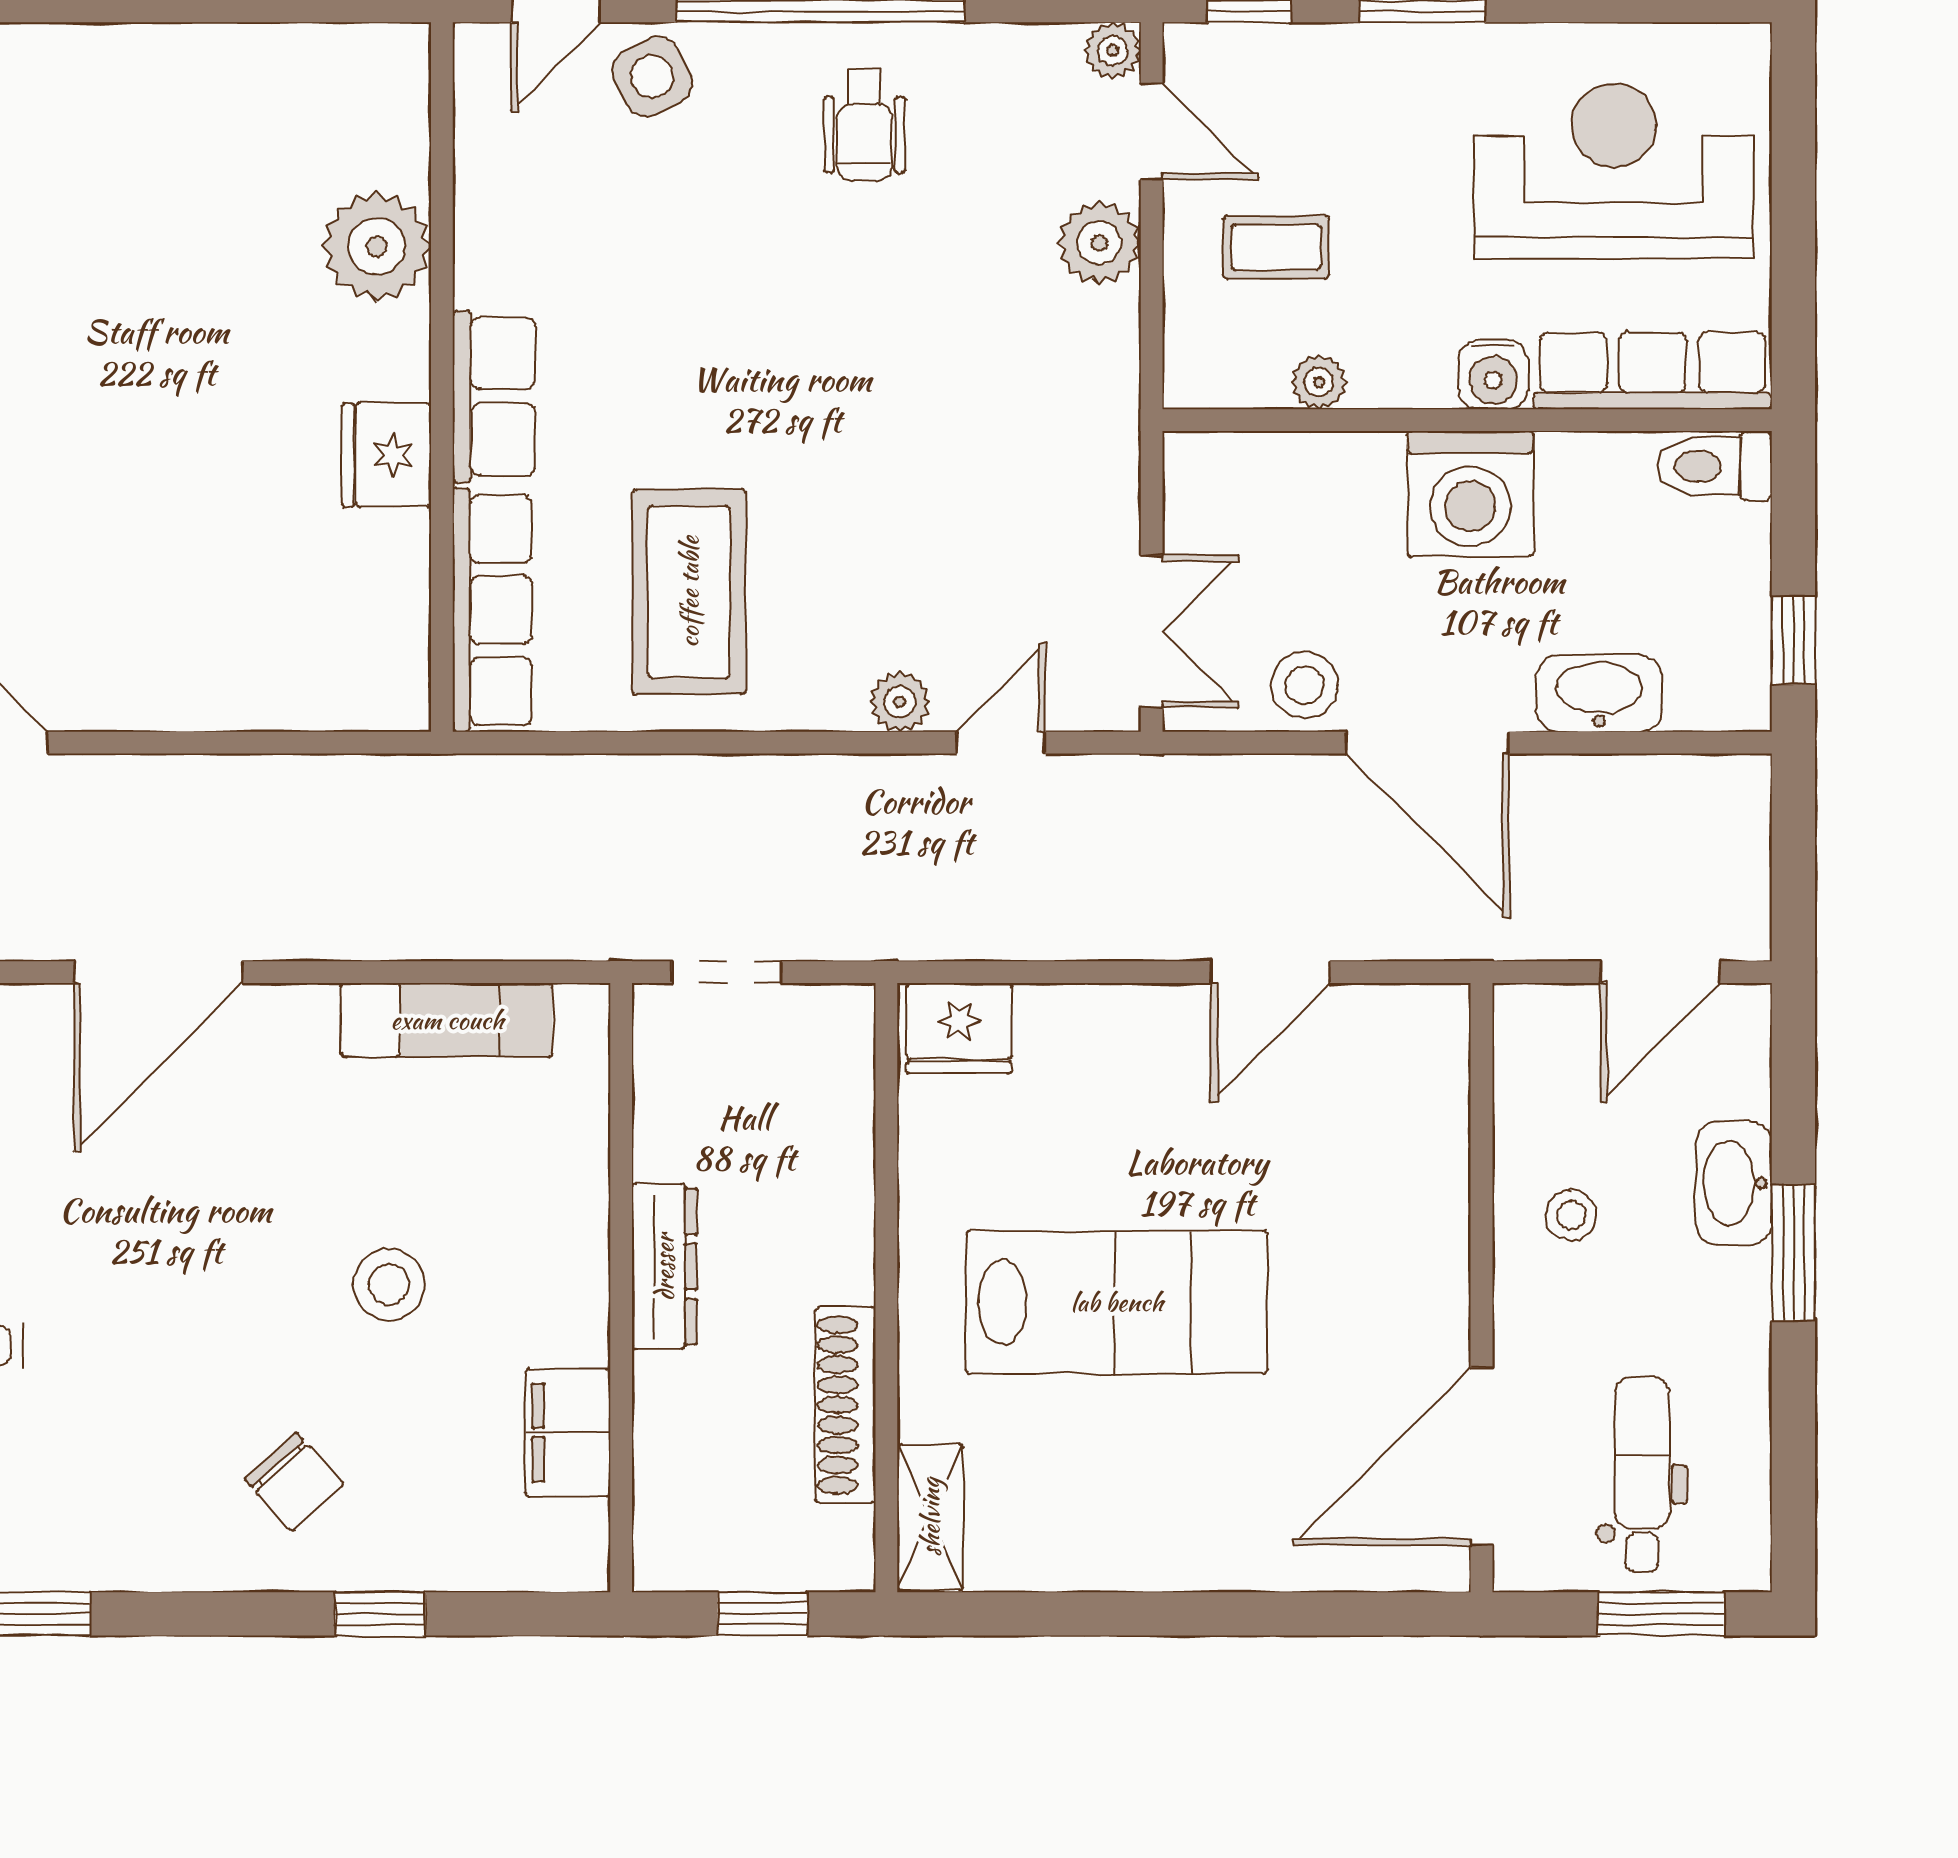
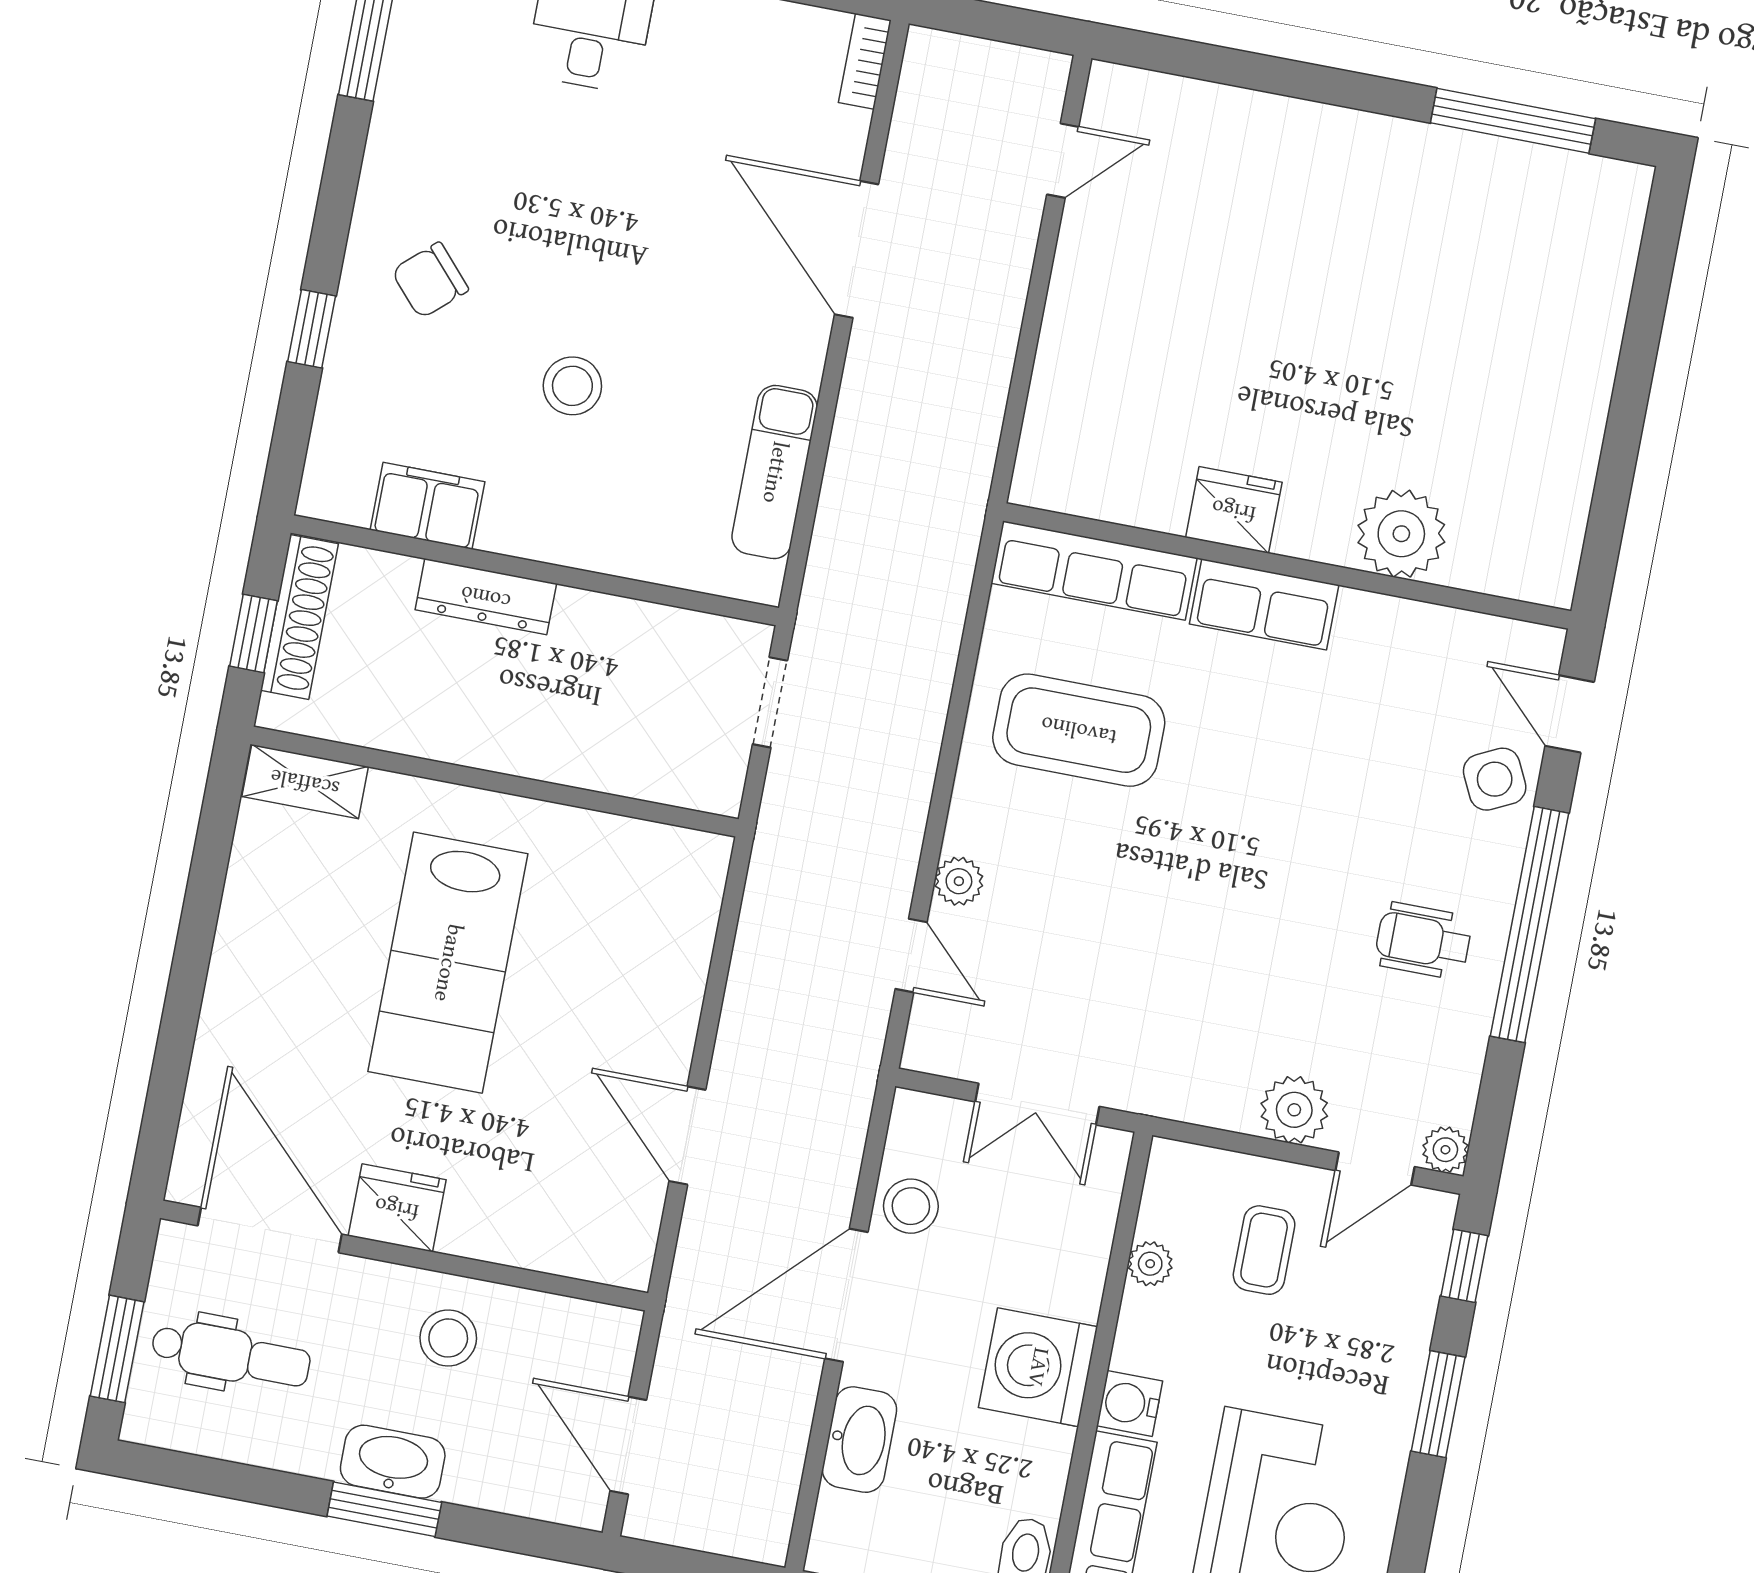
double door: (1152, 631) -> (1037, 1104), moved
fridge: (959, 1028) -> (397, 1208), moved, turned 90
washbasin: (1734, 1183) -> (393, 1462), moved
stool: (1571, 1215) -> (448, 1338), width x1.37, depth x1.37
dresser: (664, 1267) -> (486, 597), moved
shoe rack: (845, 1405) -> (299, 617), moved, turned 90

